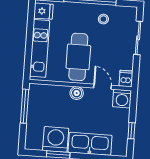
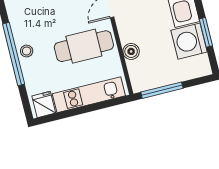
stool: (103, 19) -> (27, 51), moved
boiler: (77, 93) -> (131, 51), moved

